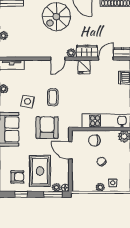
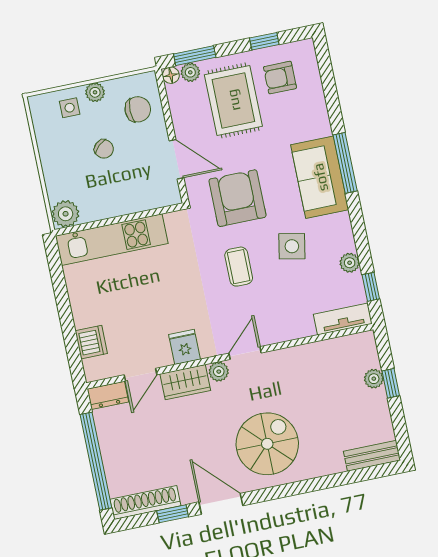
armchair: (47, 128) -> (237, 198), turned 180
chair: (94, 140) -> (138, 109), moved

